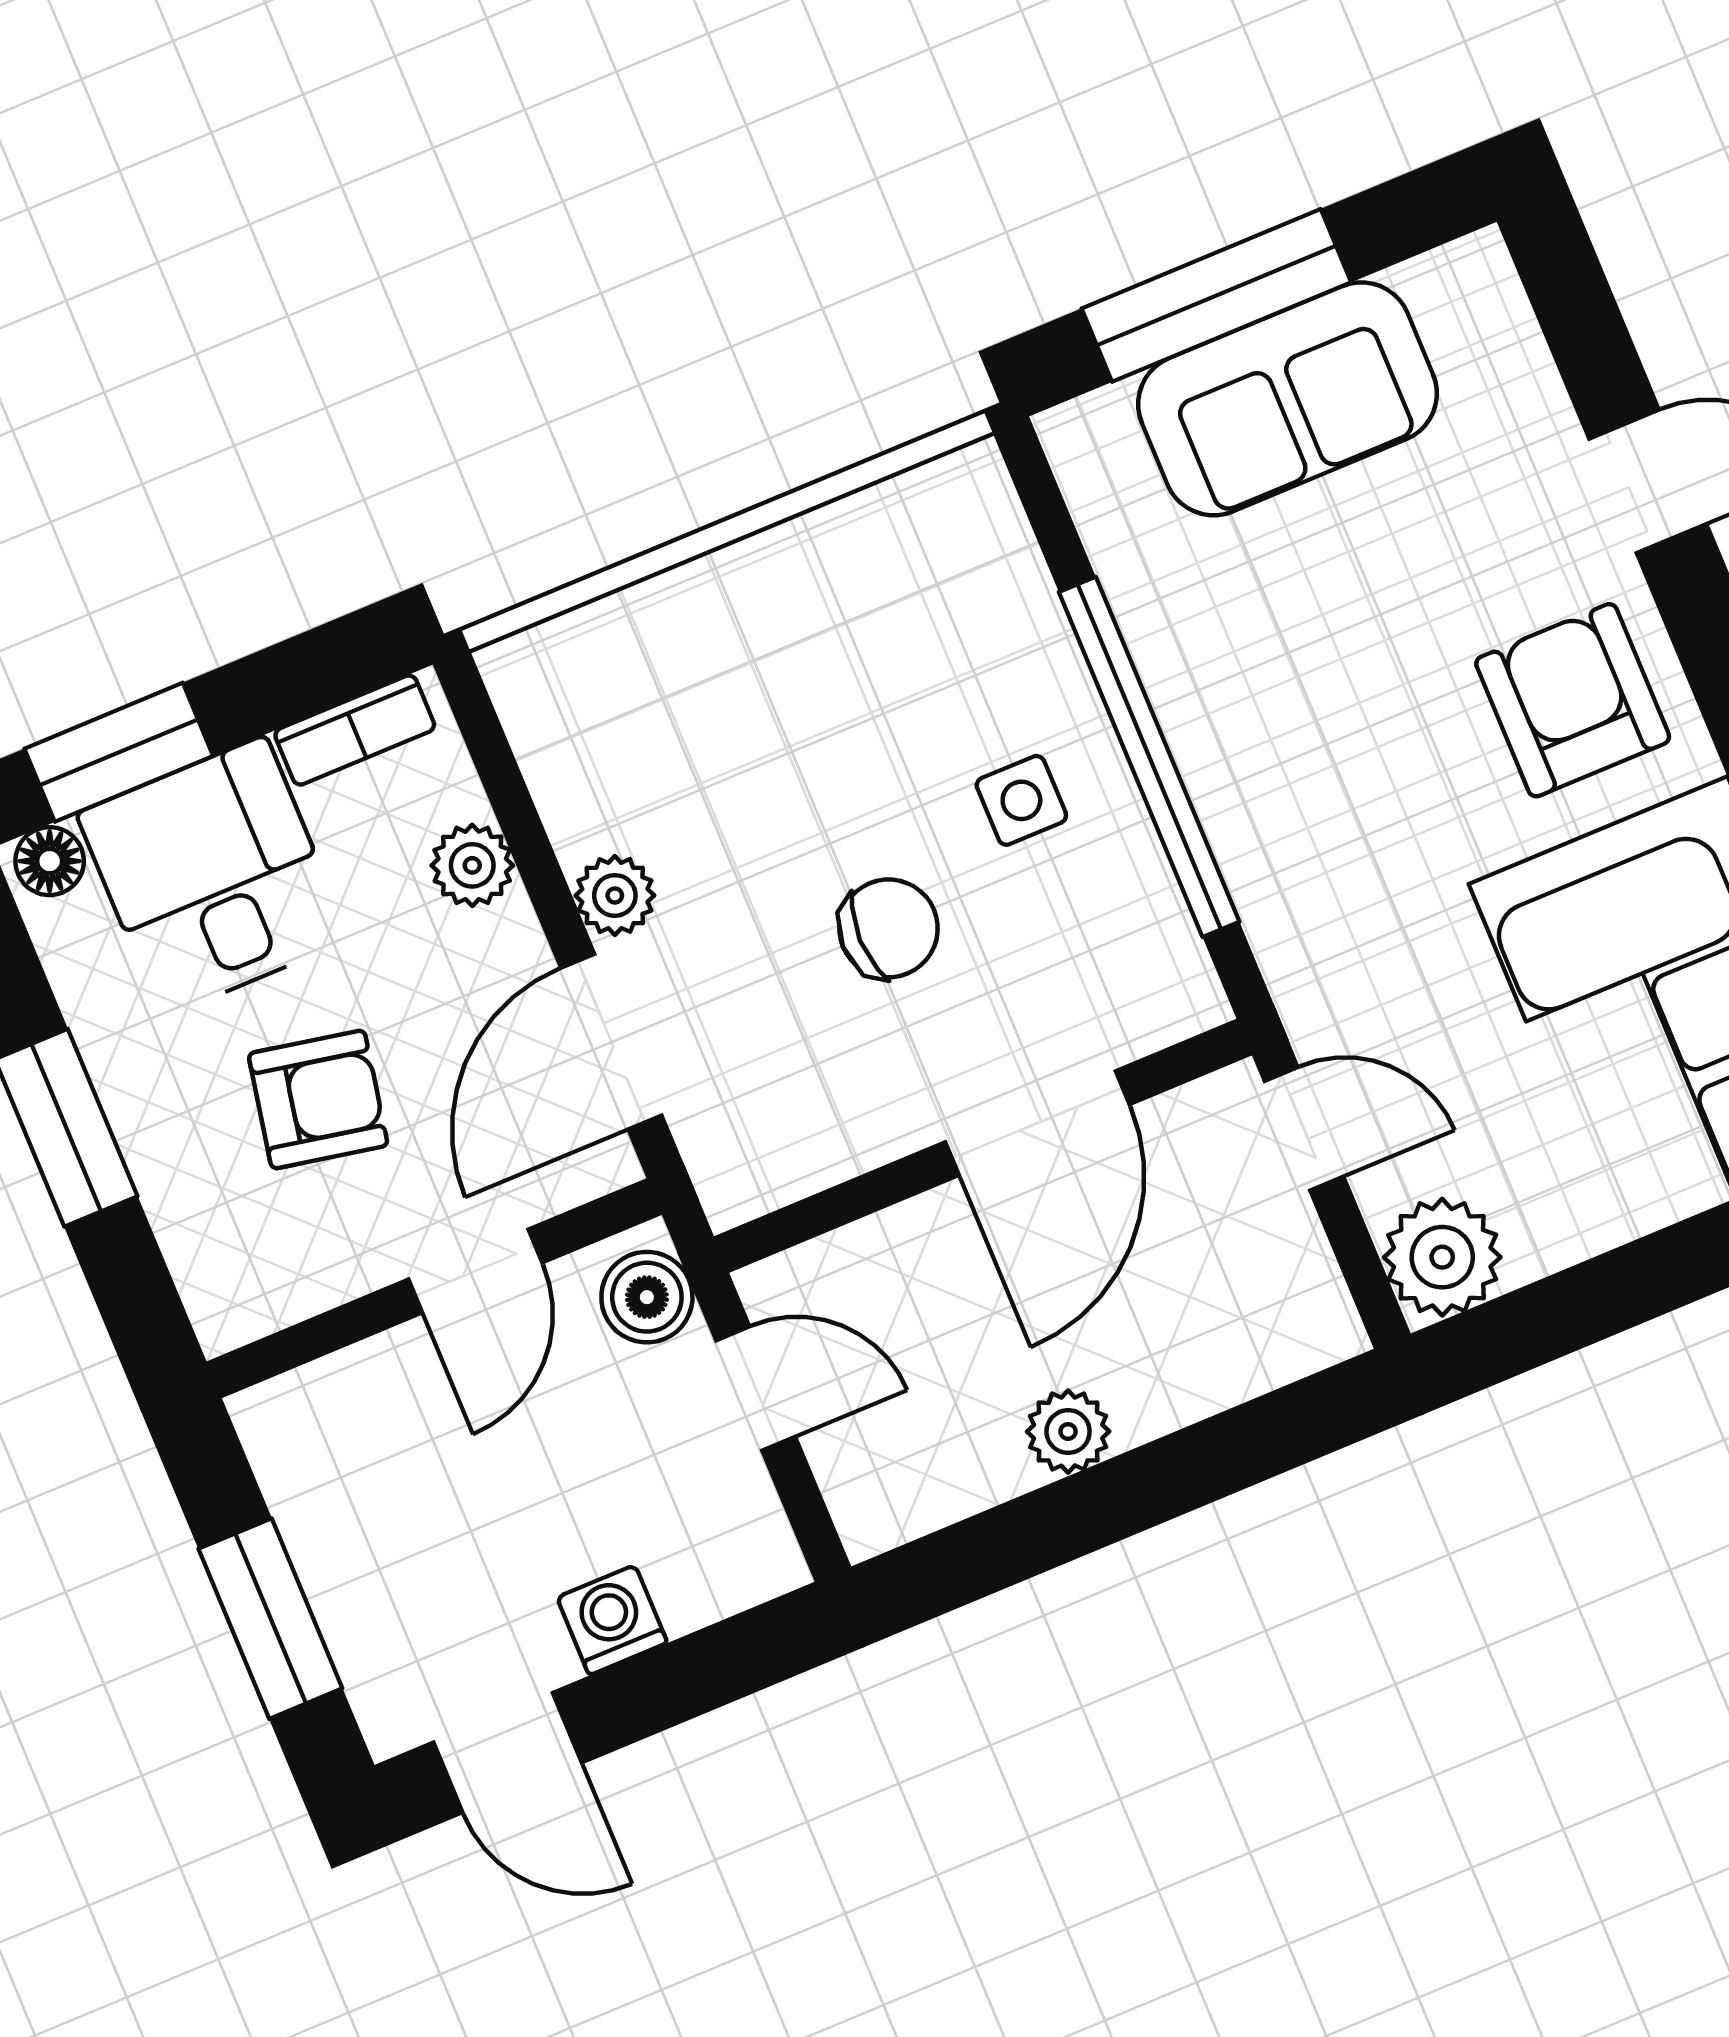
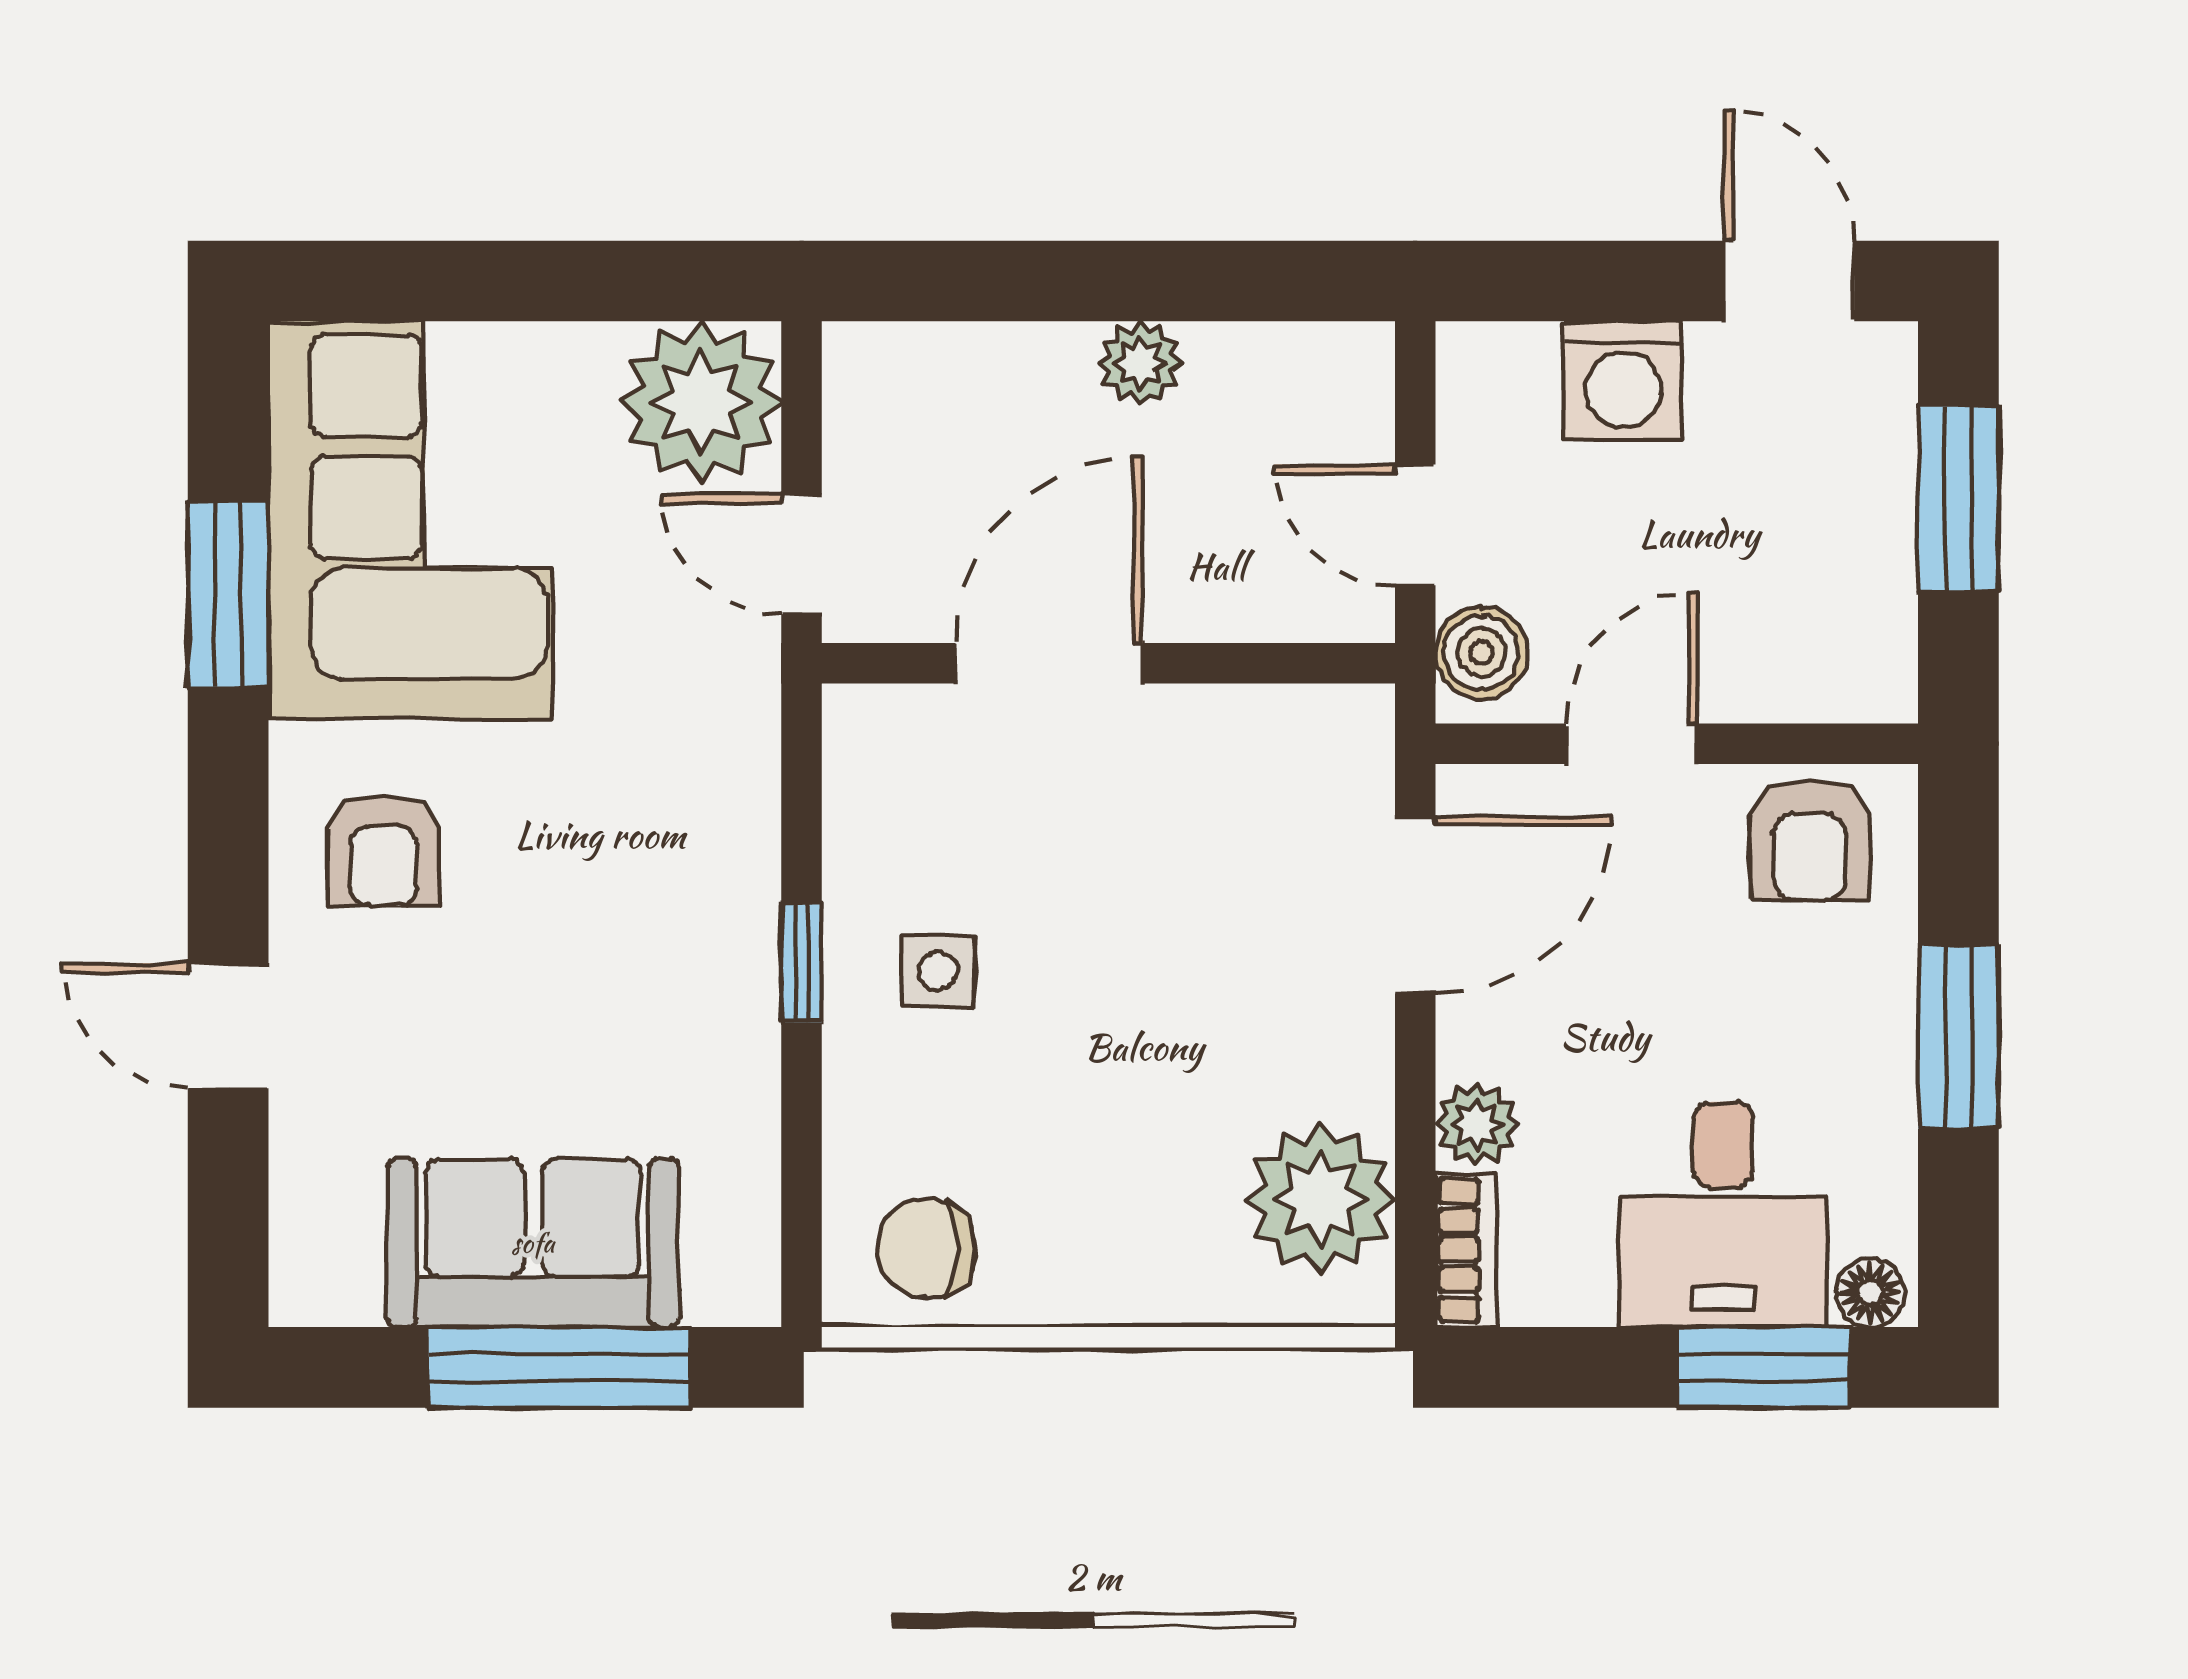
armchair: (1573, 700) -> (384, 850), width x0.72, depth x0.72
bookcase: (355, 730) -> (1466, 1250), moved, turned 90
window: (1149, 757) -> (802, 962), width x0.32
plant: (615, 895) -> (1320, 1199), moved, width x1.88, depth x1.88
chair: (889, 928) -> (926, 1249), moved
armchair: (318, 1100) -> (1810, 840), moved, turned -101
plant: (1442, 1257) -> (701, 402), width x1.36, depth x1.36
washing machine: (612, 1620) -> (1623, 380), width x1.38, depth x1.38

